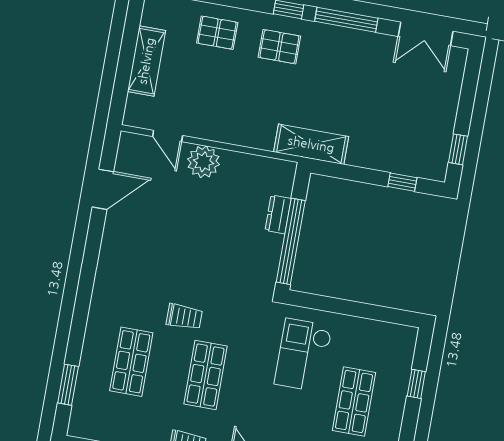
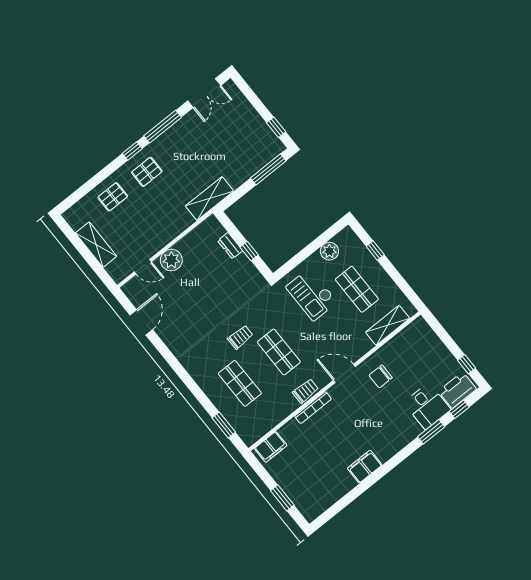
window: (402, 182) -> (268, 169), width x2.17
window: (291, 241) -> (249, 251), width x0.32
plant: (370, 333) -> (329, 251), added

